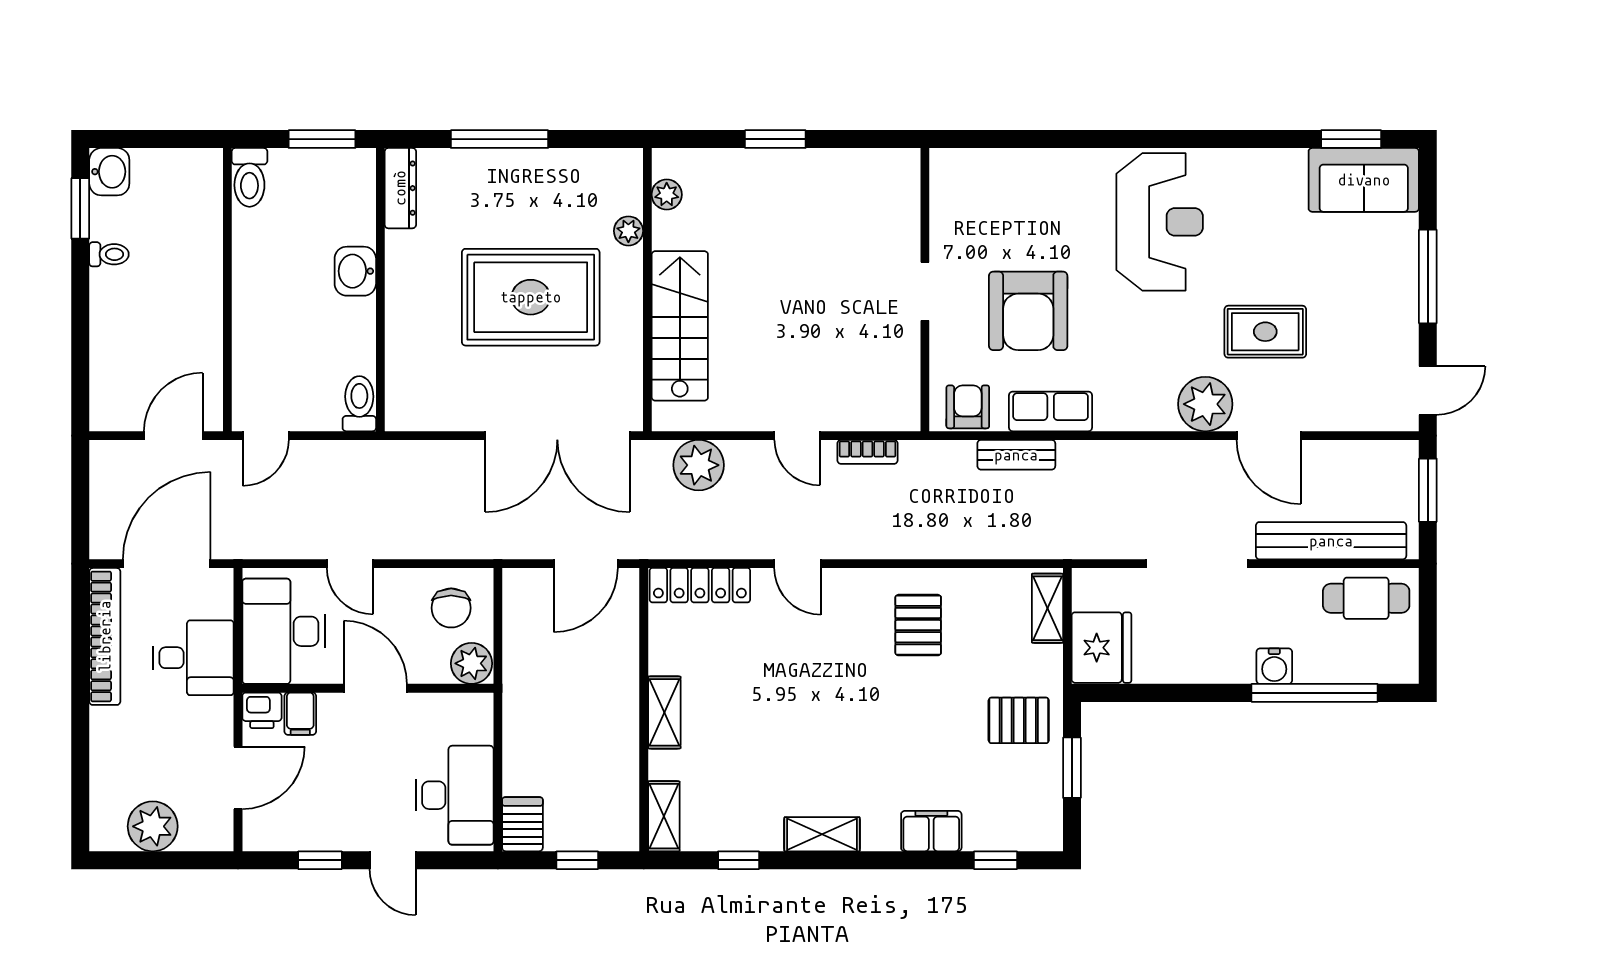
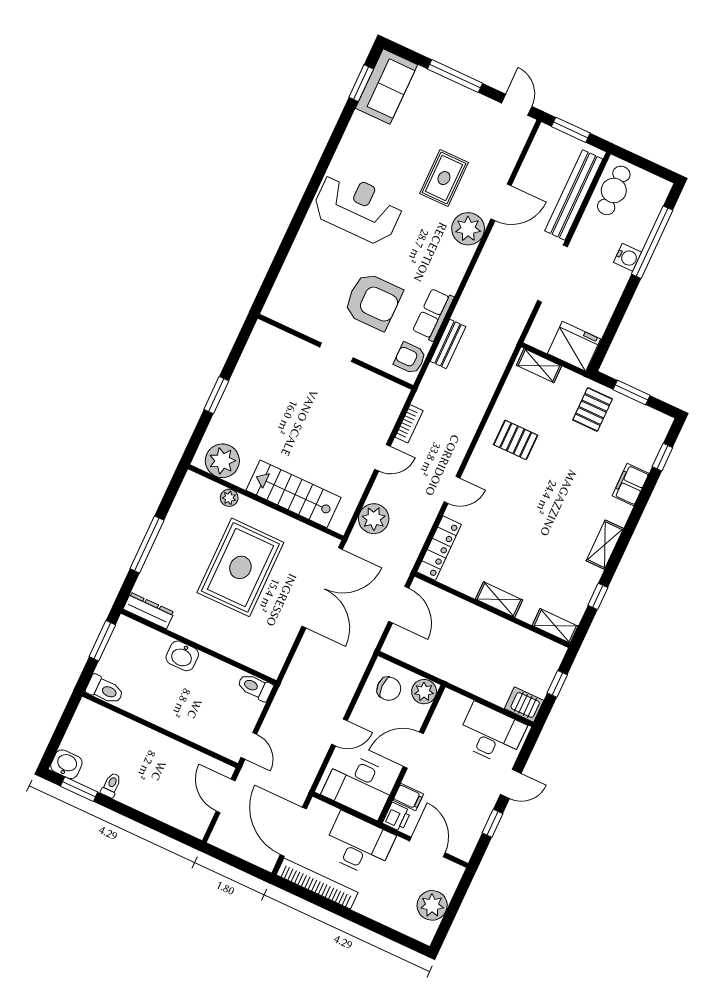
plant: (667, 195) -> (222, 461), width x1.87, depth x1.87
desk: (193, 658) -> (359, 844), width x1.37

